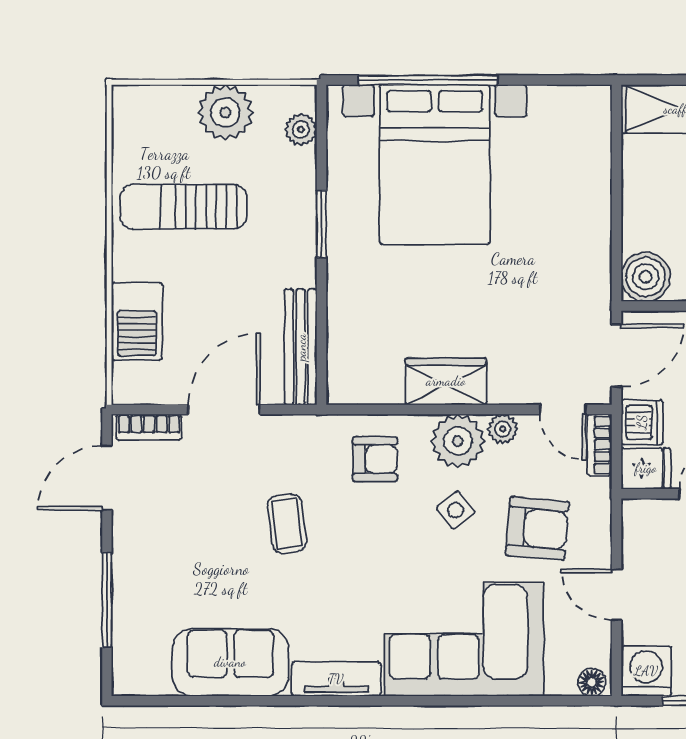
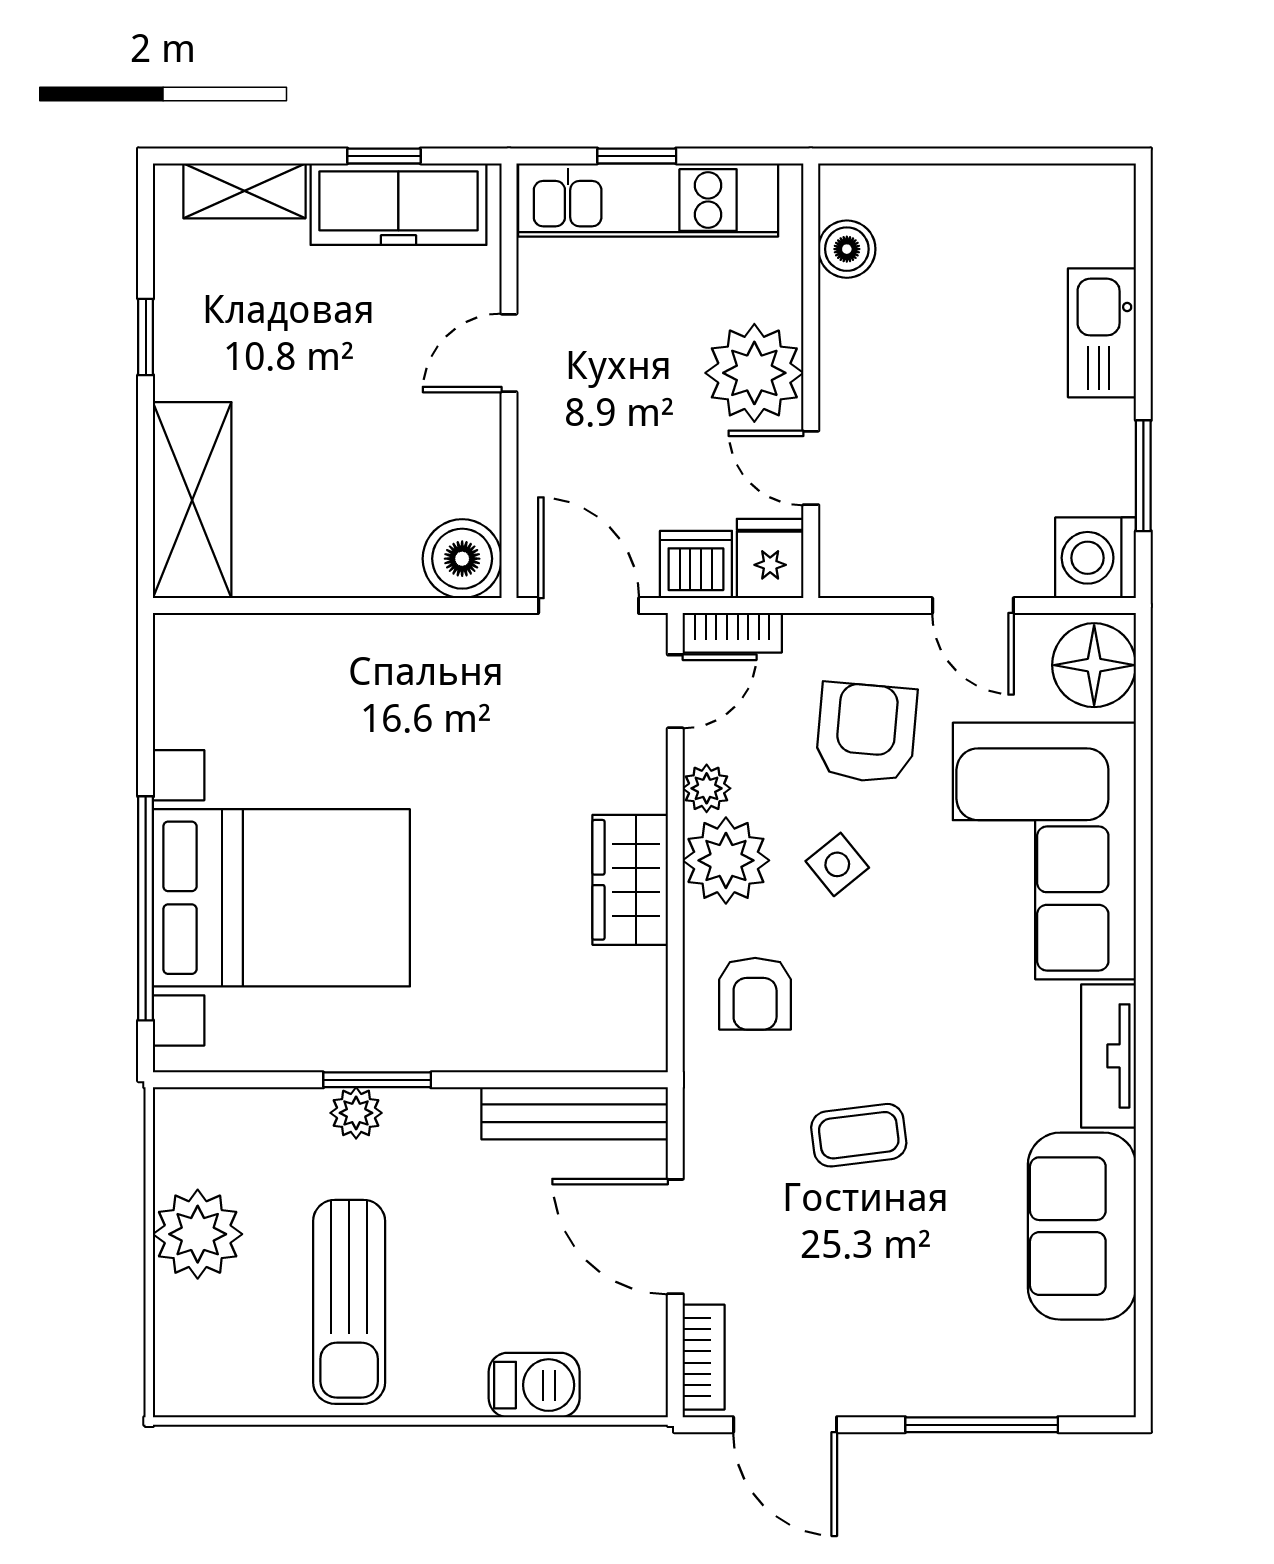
plant: (301, 130) -> (356, 1113), moved
barbecue: (137, 322) -> (534, 1385), width x0.73, depth x0.79
armchair: (375, 459) -> (755, 994), turned 180
door: (616, 595) -> (973, 606), hinge flipped
floor lamp: (592, 682) -> (1094, 665), width x1.89, depth x1.89

